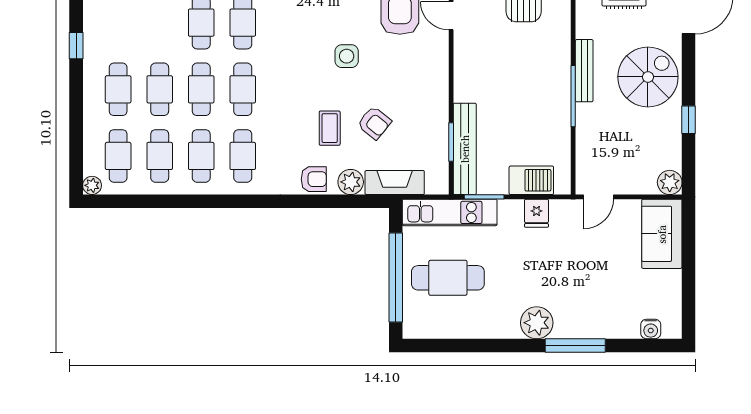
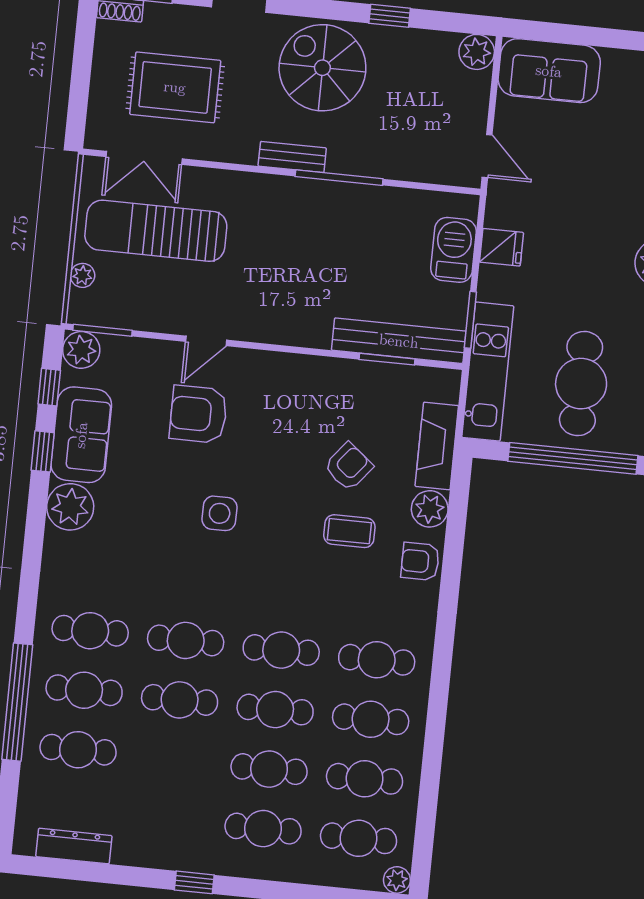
side table: (347, 56) -> (220, 513), moved
bench: (584, 71) -> (292, 157), width x0.73
armchair: (314, 179) -> (420, 561), turned -90

